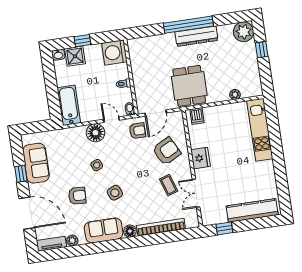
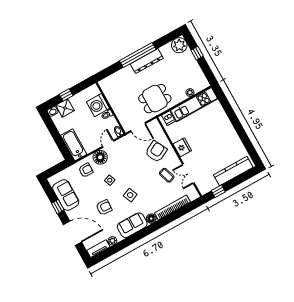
washing machine: (114, 53) -> (98, 105), moved
dining table: (189, 86) -> (155, 99), turned 90
door: (156, 113) -> (138, 127), hinge flipped
door: (111, 120) -> (108, 144), hinge flipped
kitchen unit: (260, 130) -> (194, 105), moved, turned -90
armchair: (137, 131) -> (86, 170), moved

